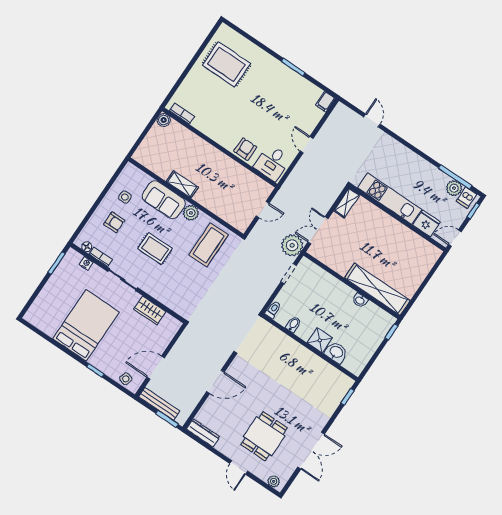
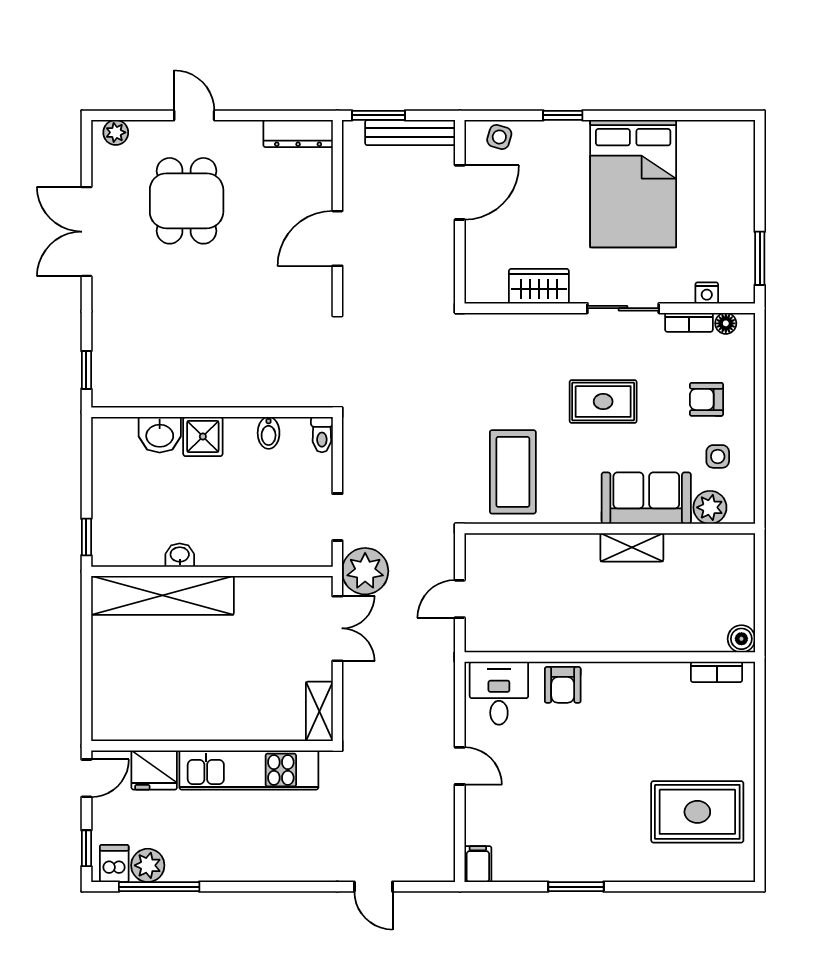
plant: (191, 213) -> (710, 507), moved

